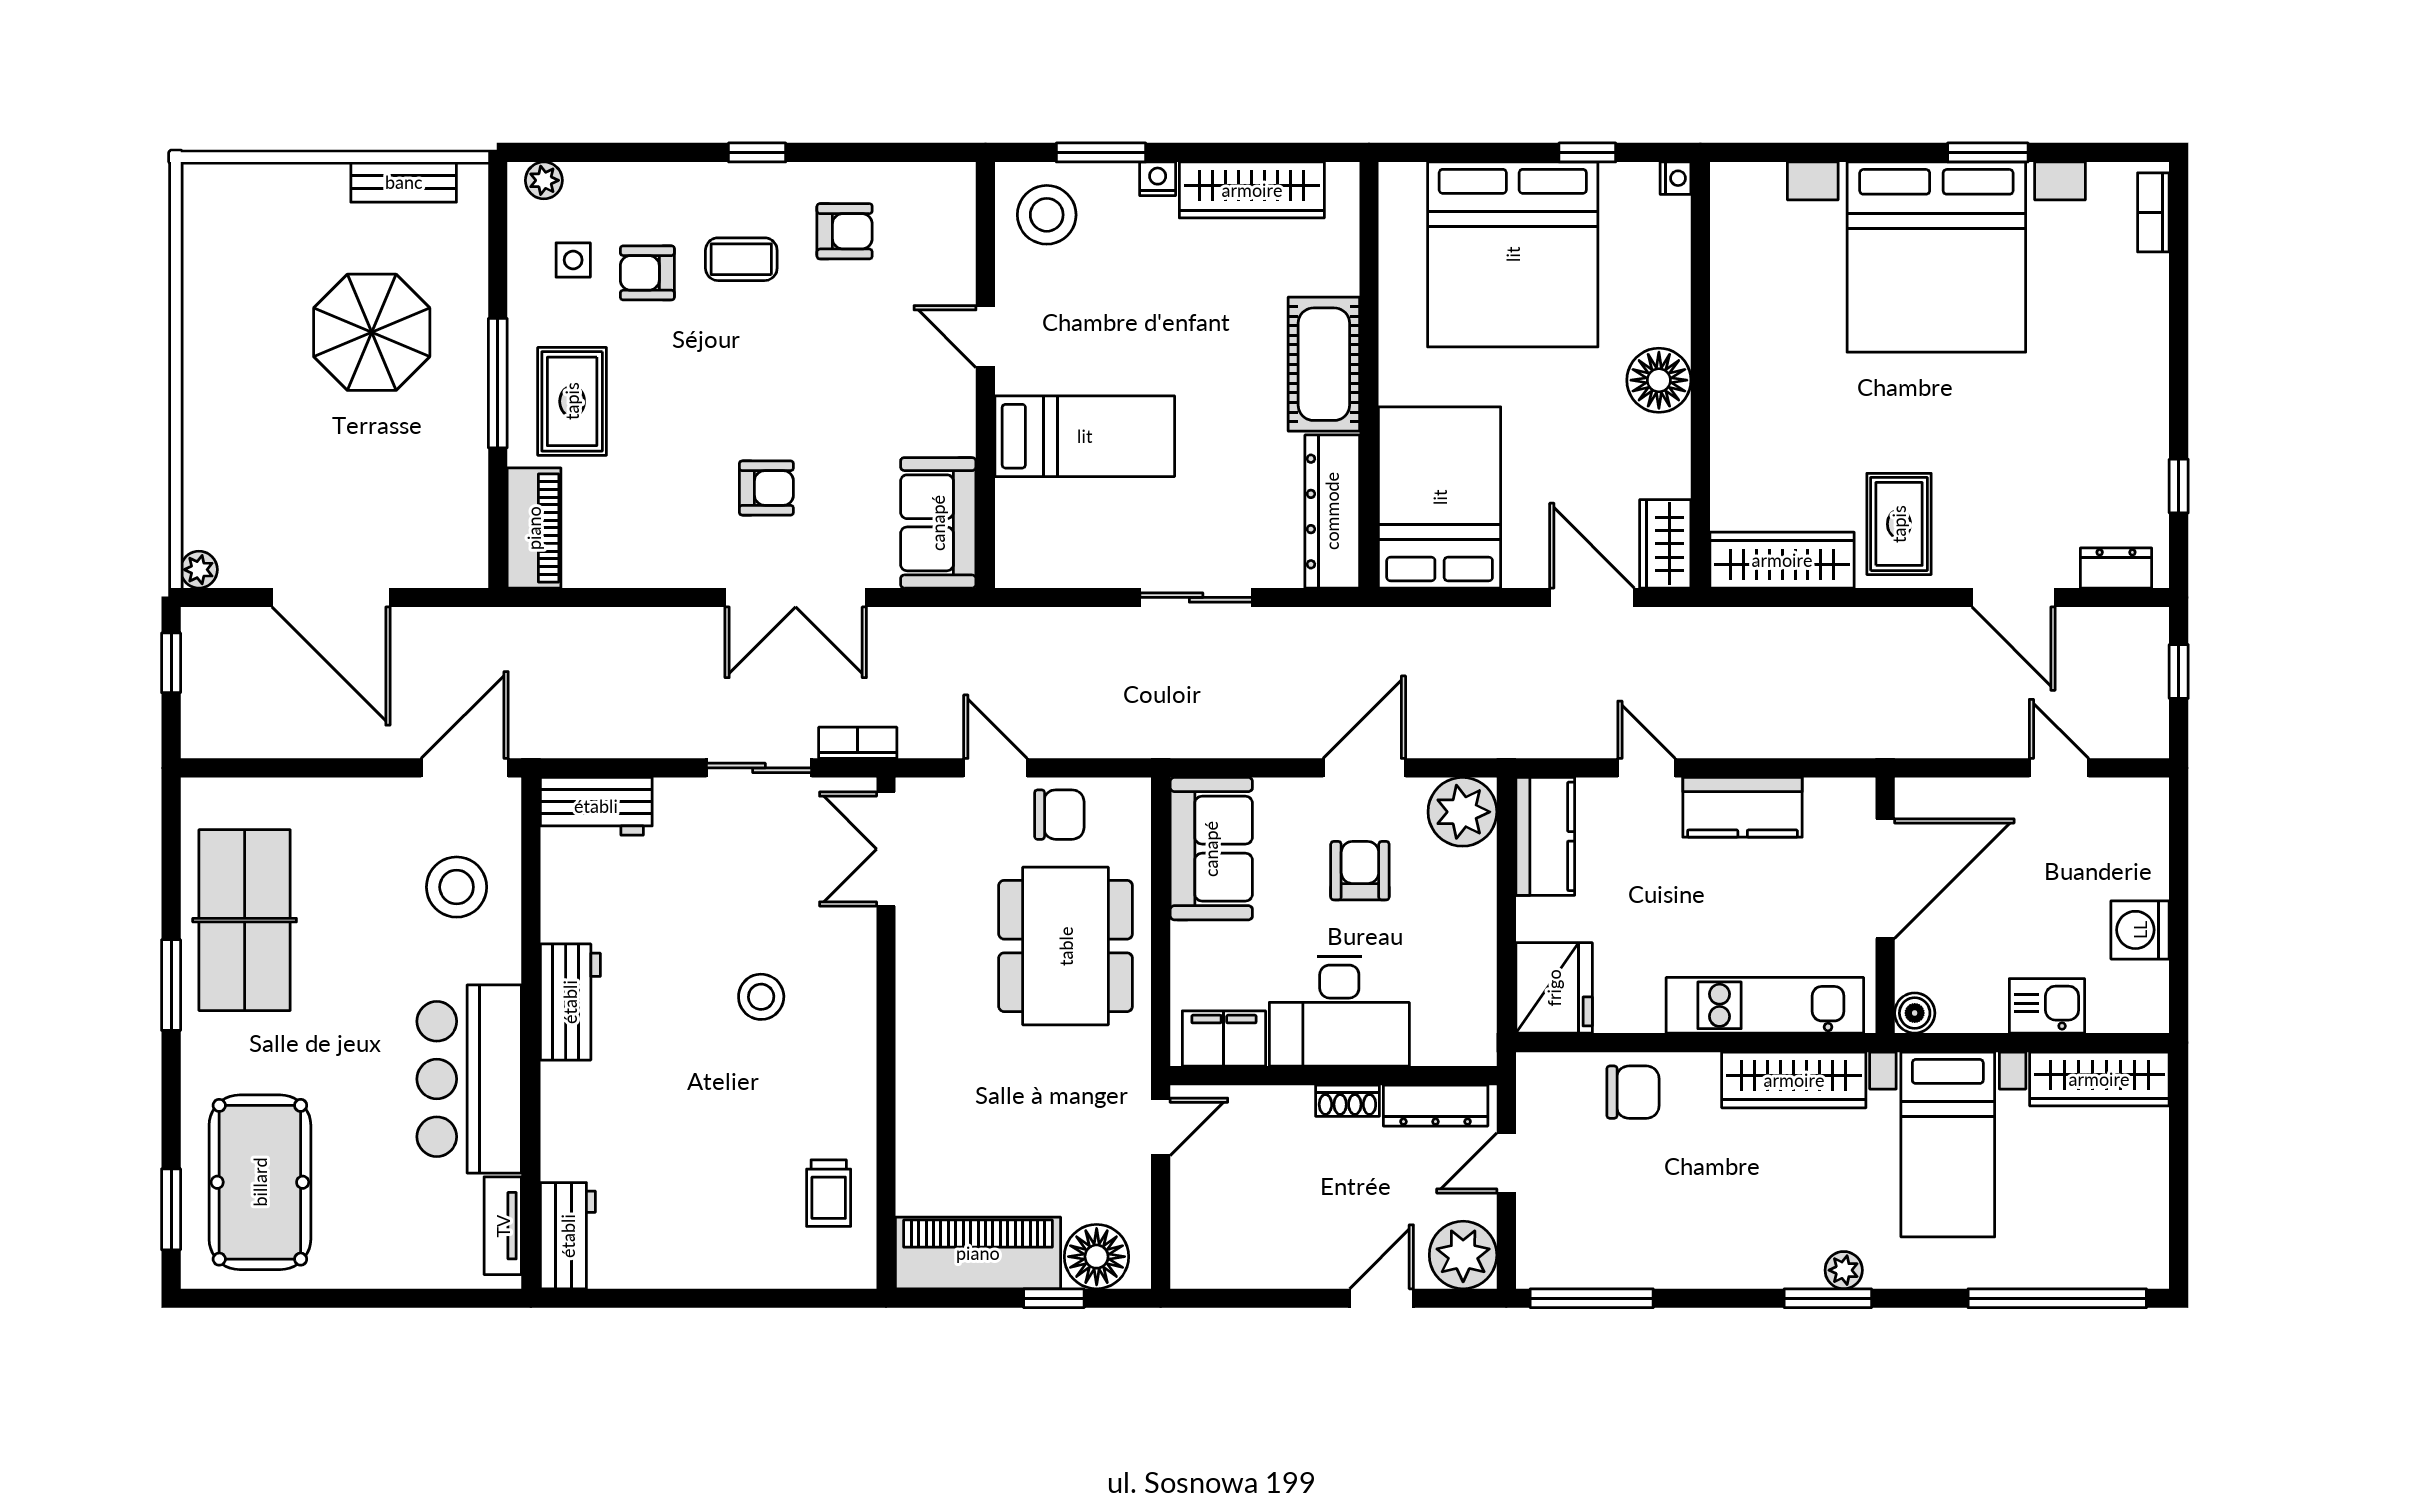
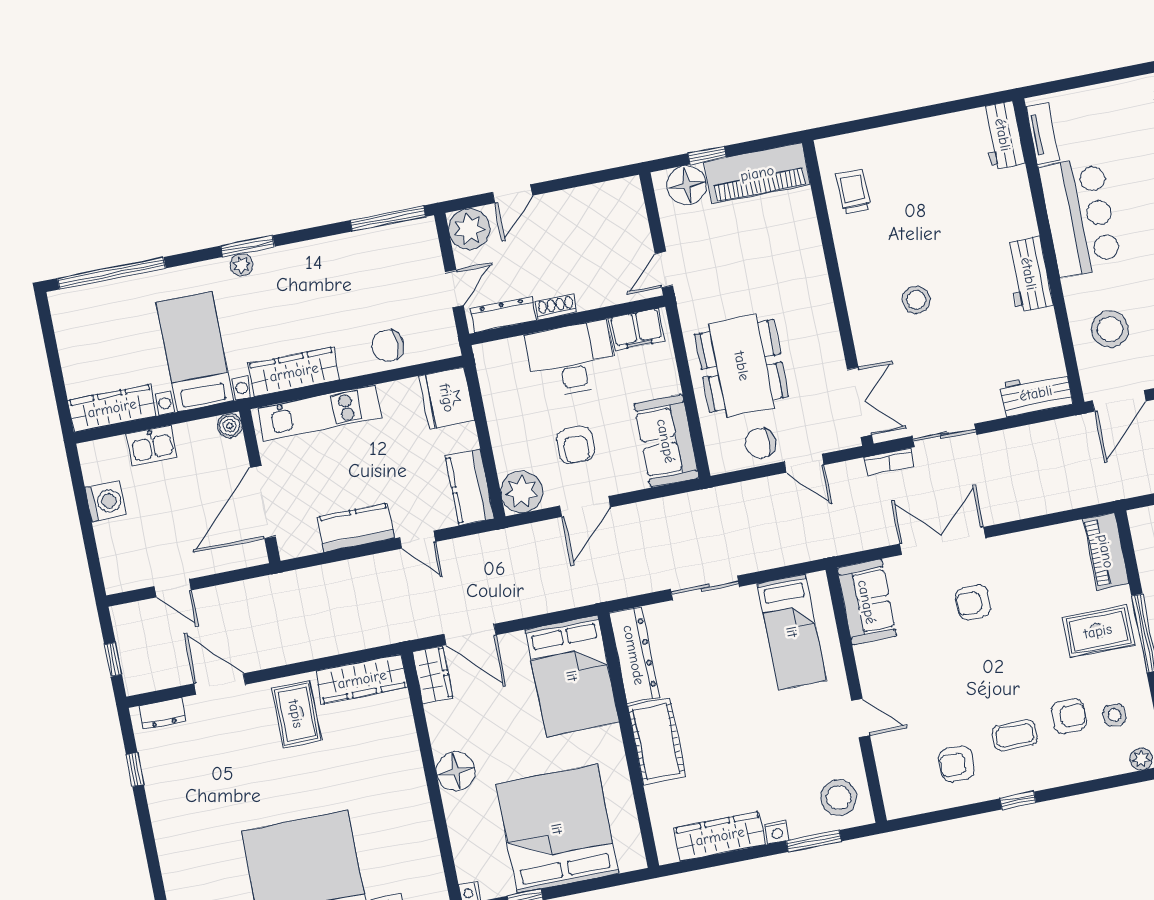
rug: (572, 401) -> (1098, 631), turned 90
bed: (1085, 436) -> (792, 632), moved, turned -90

